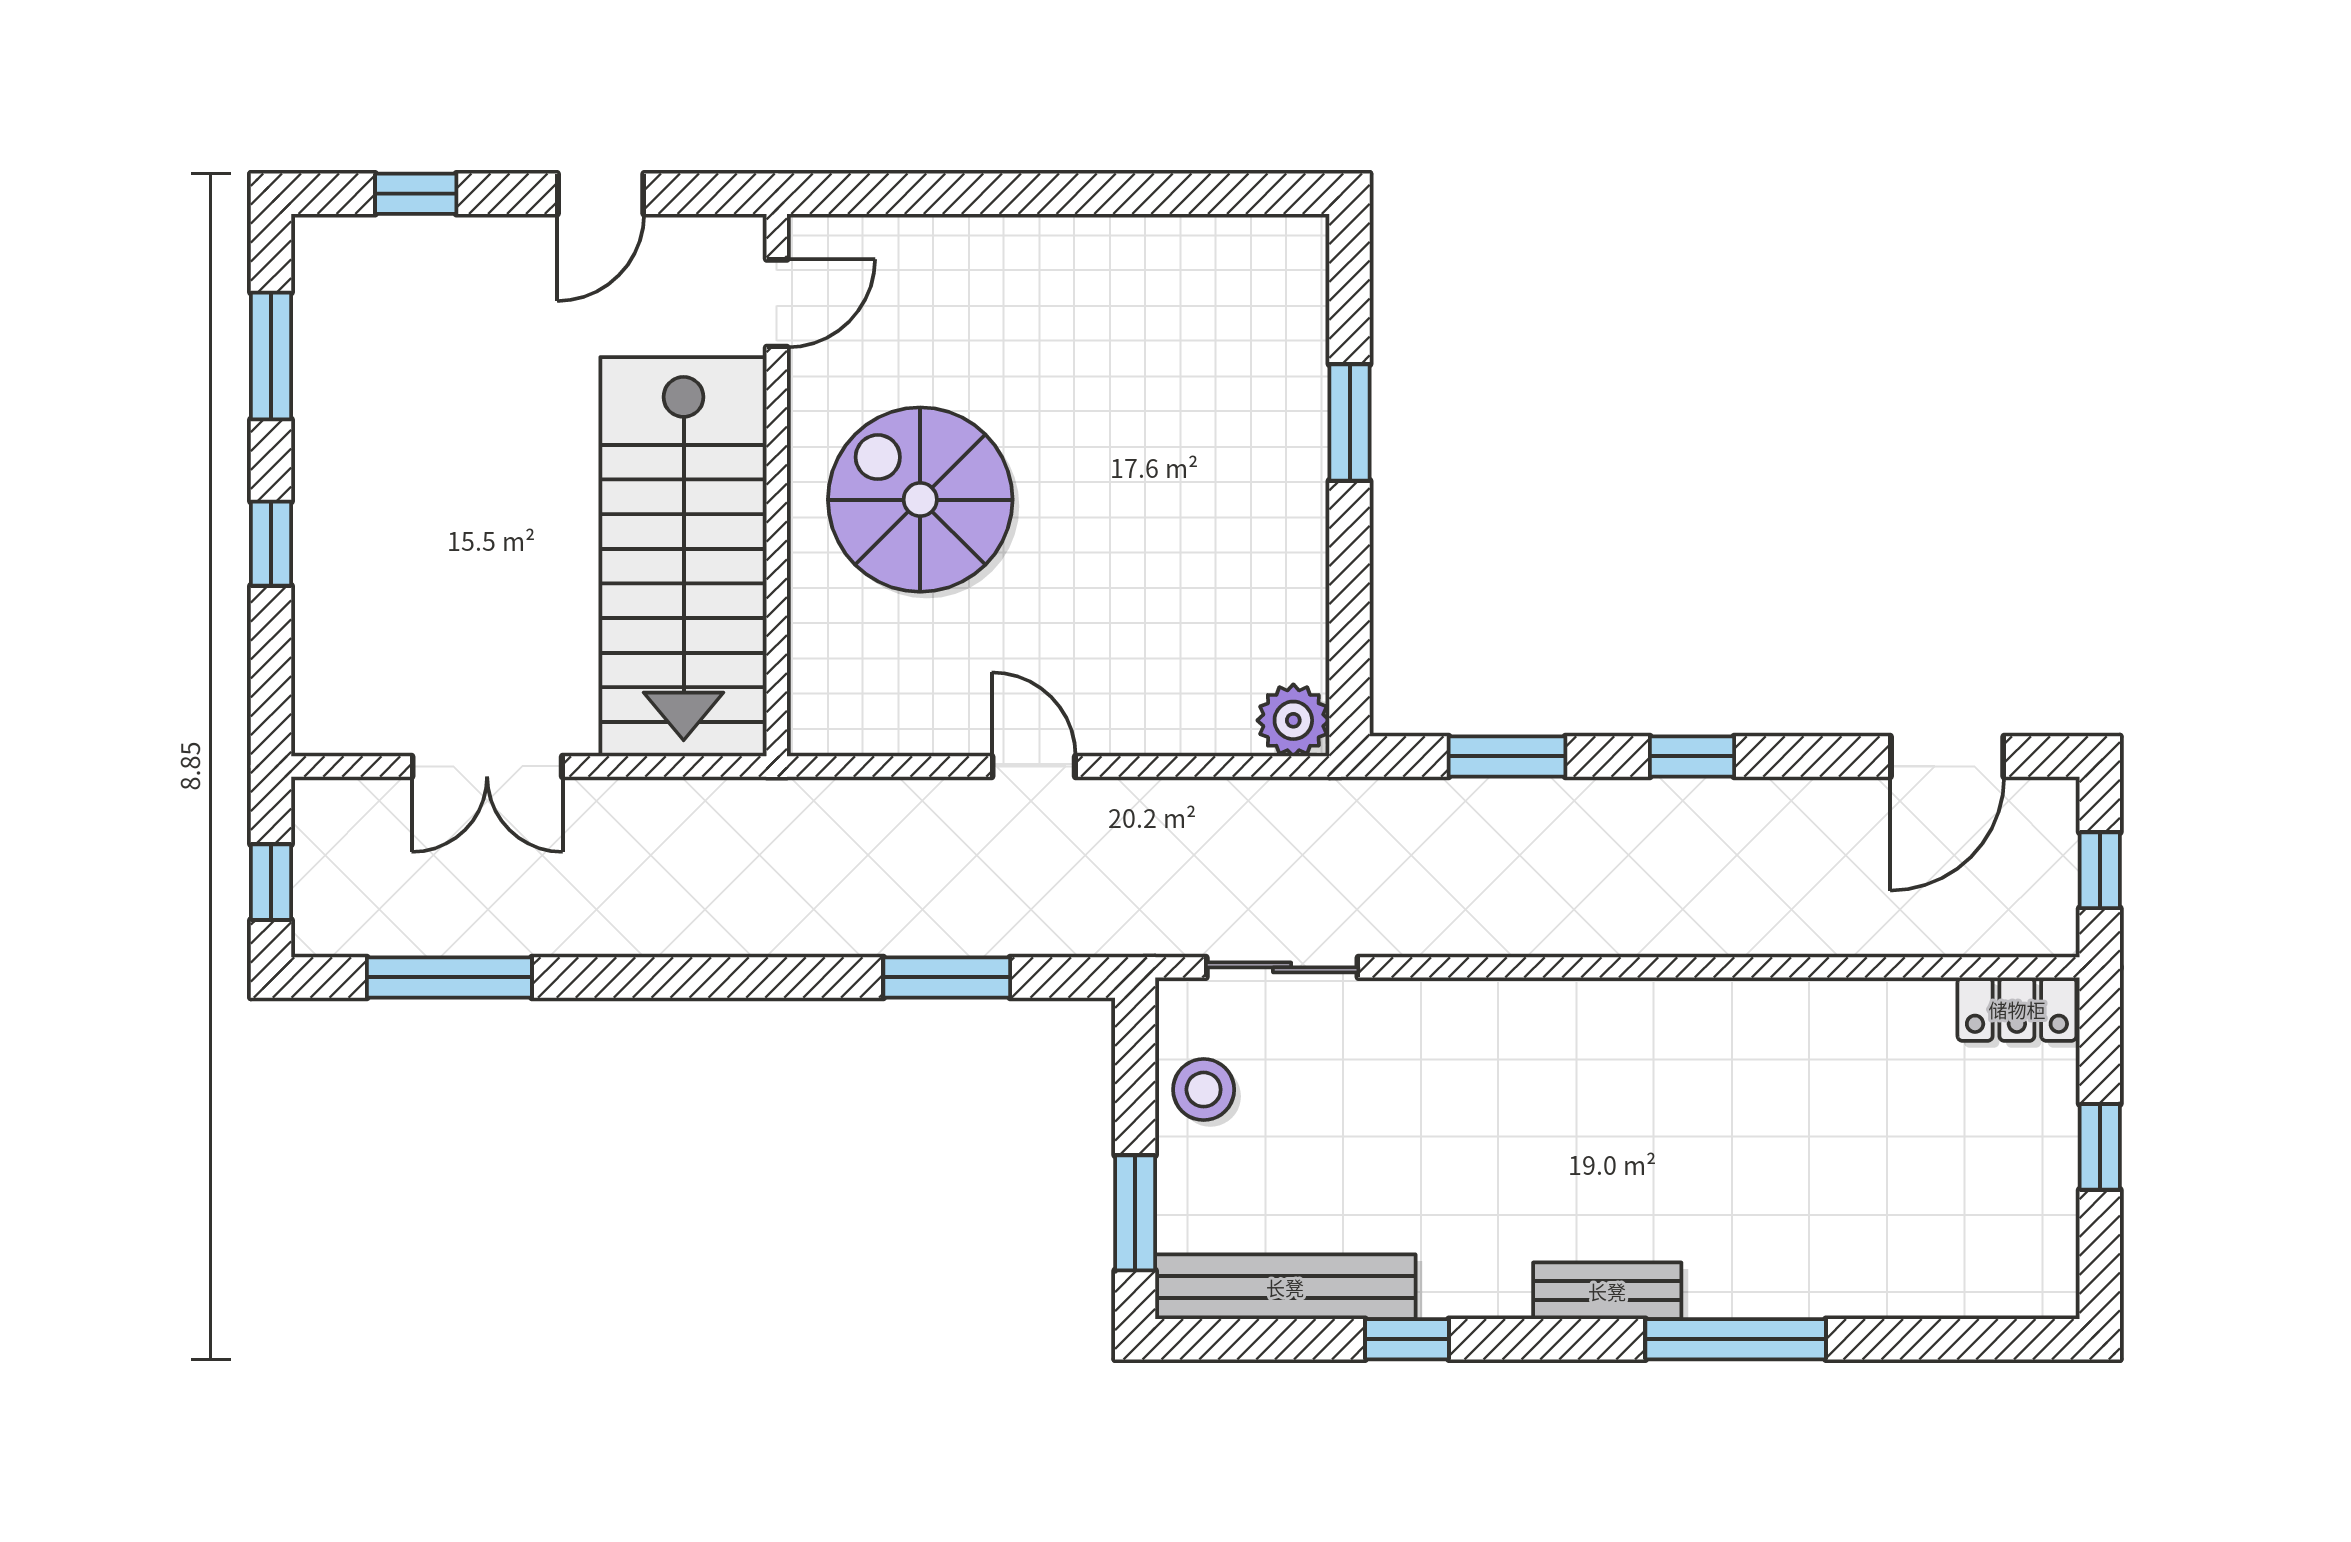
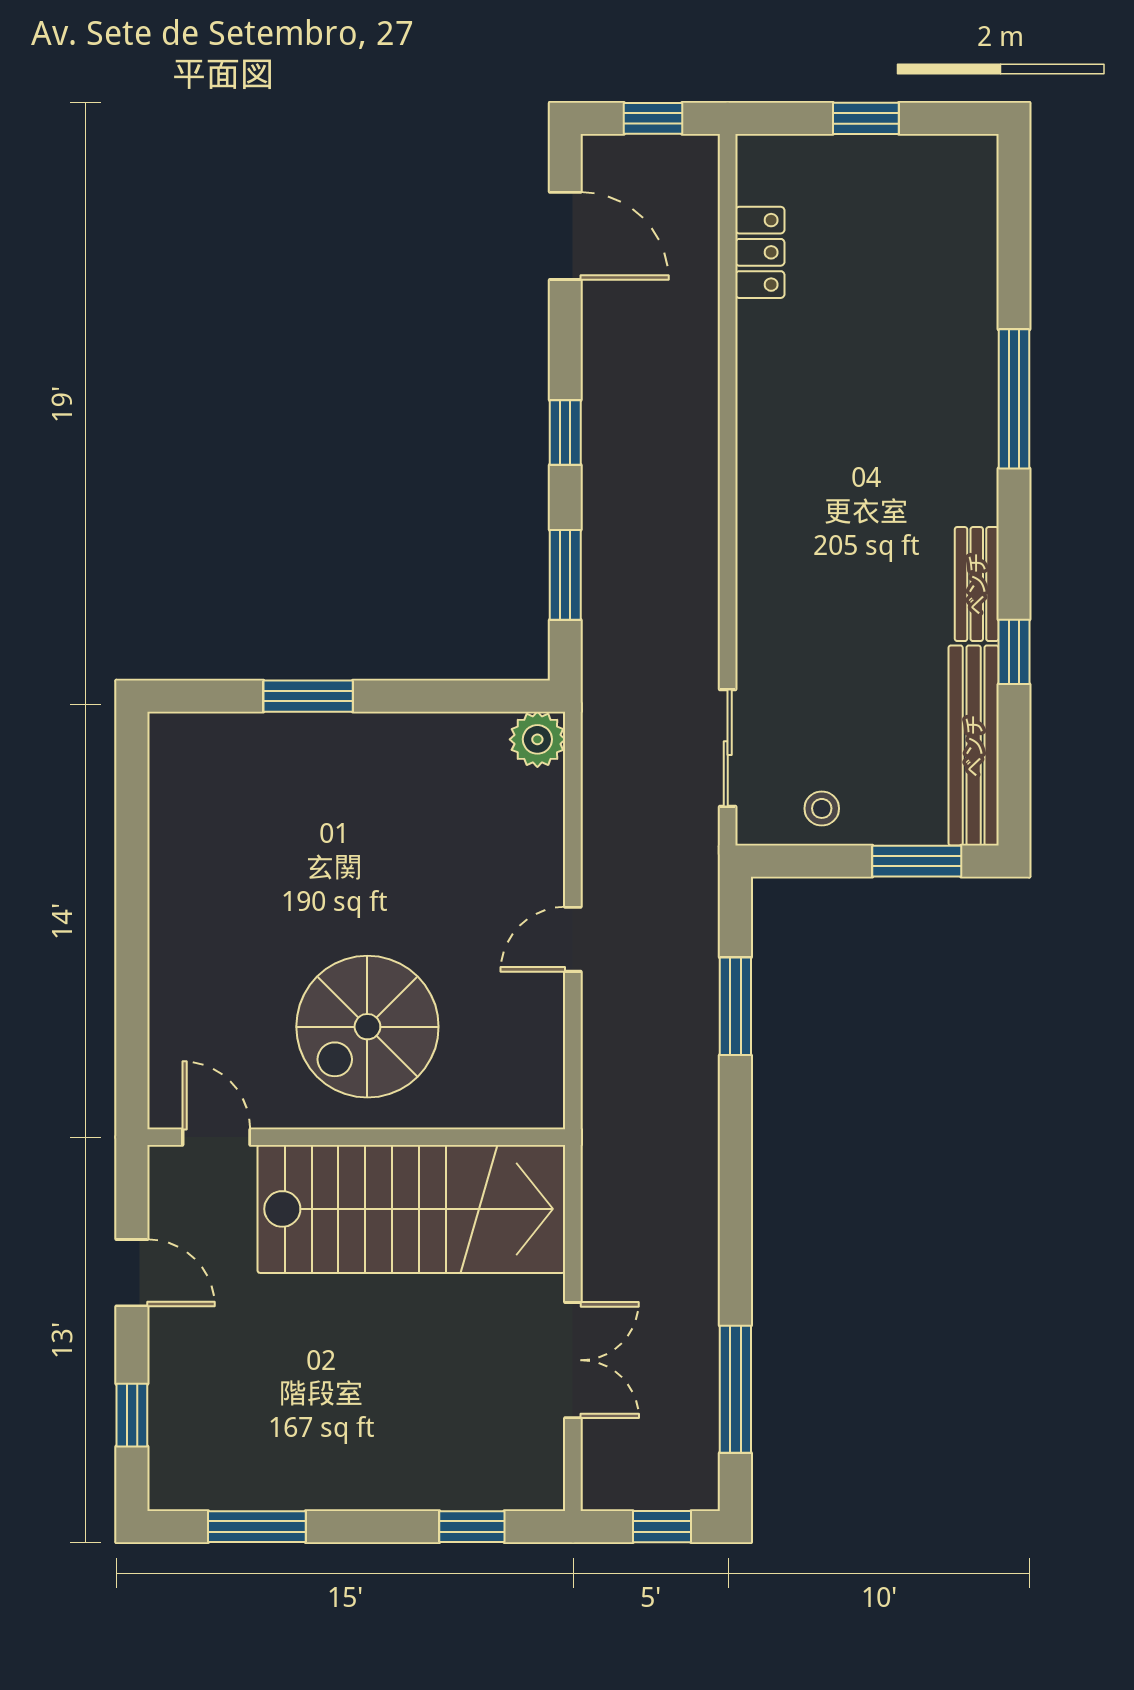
window: (271, 544) -> (472, 1527), moved
locker: (2017, 1009) -> (760, 252), moved
stool: (1204, 1090) -> (822, 808), width x0.73, depth x0.73
bench: (1607, 1291) -> (977, 584), moved

